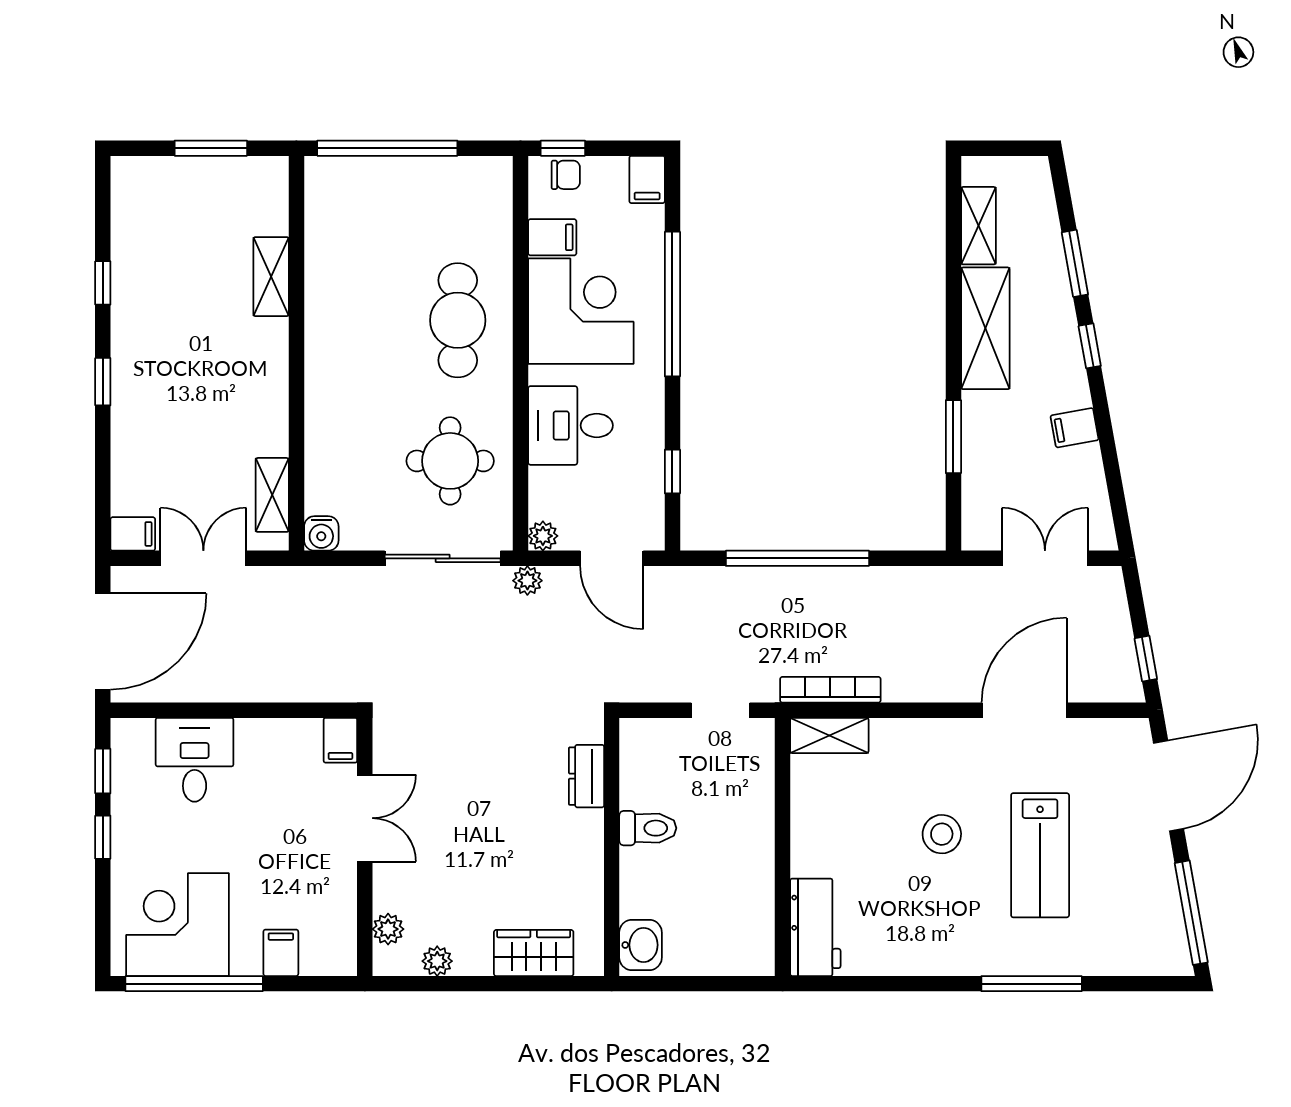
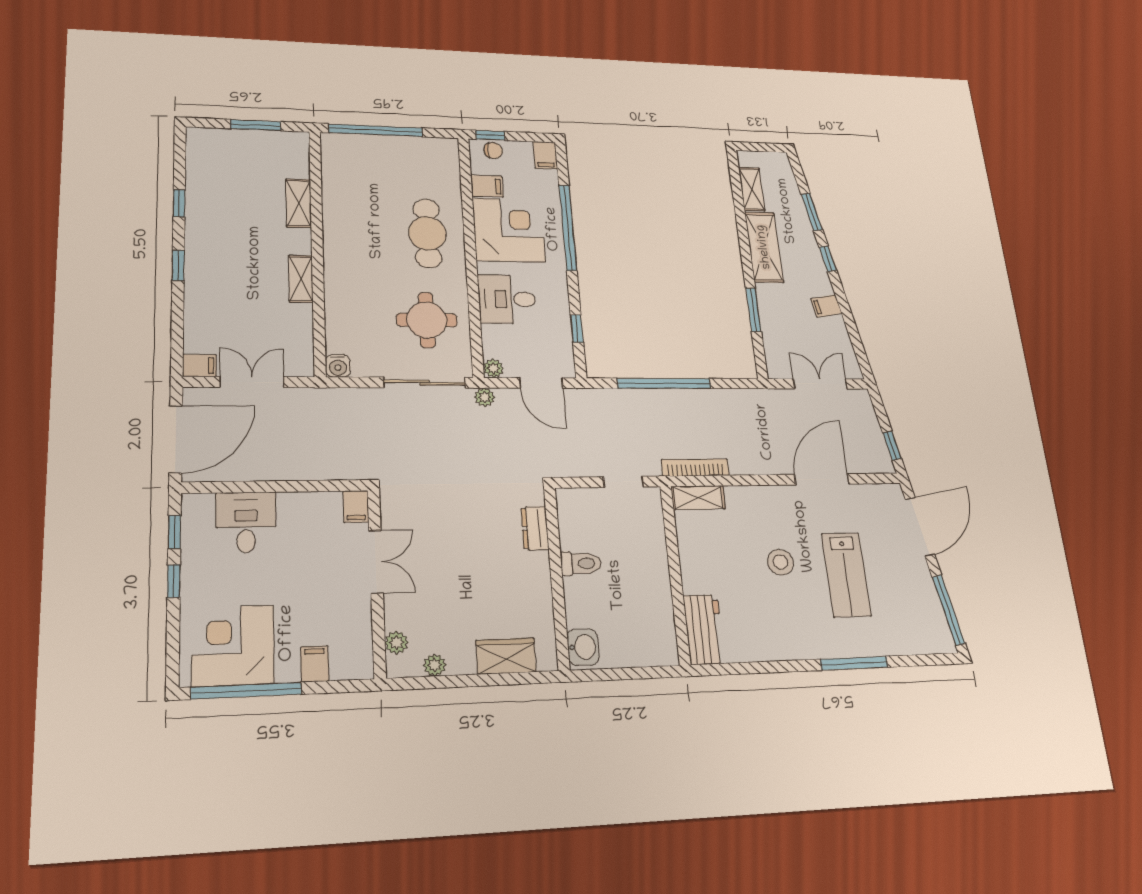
shelving: (272, 495) -> (301, 279), moved

